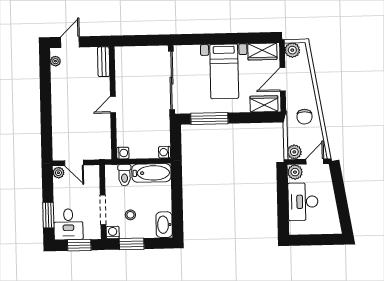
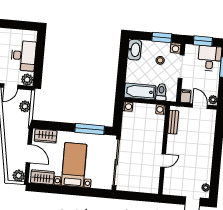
bench: (104, 62) -> (173, 122), moved
door: (283, 79) -> (29, 154), hinge flipped
door: (113, 105) -> (163, 160), moved
chair: (304, 117) -> (15, 122), removed
plant: (294, 152) -> (25, 106), moved
filing cabinet: (93, 173) -> (186, 96), added

